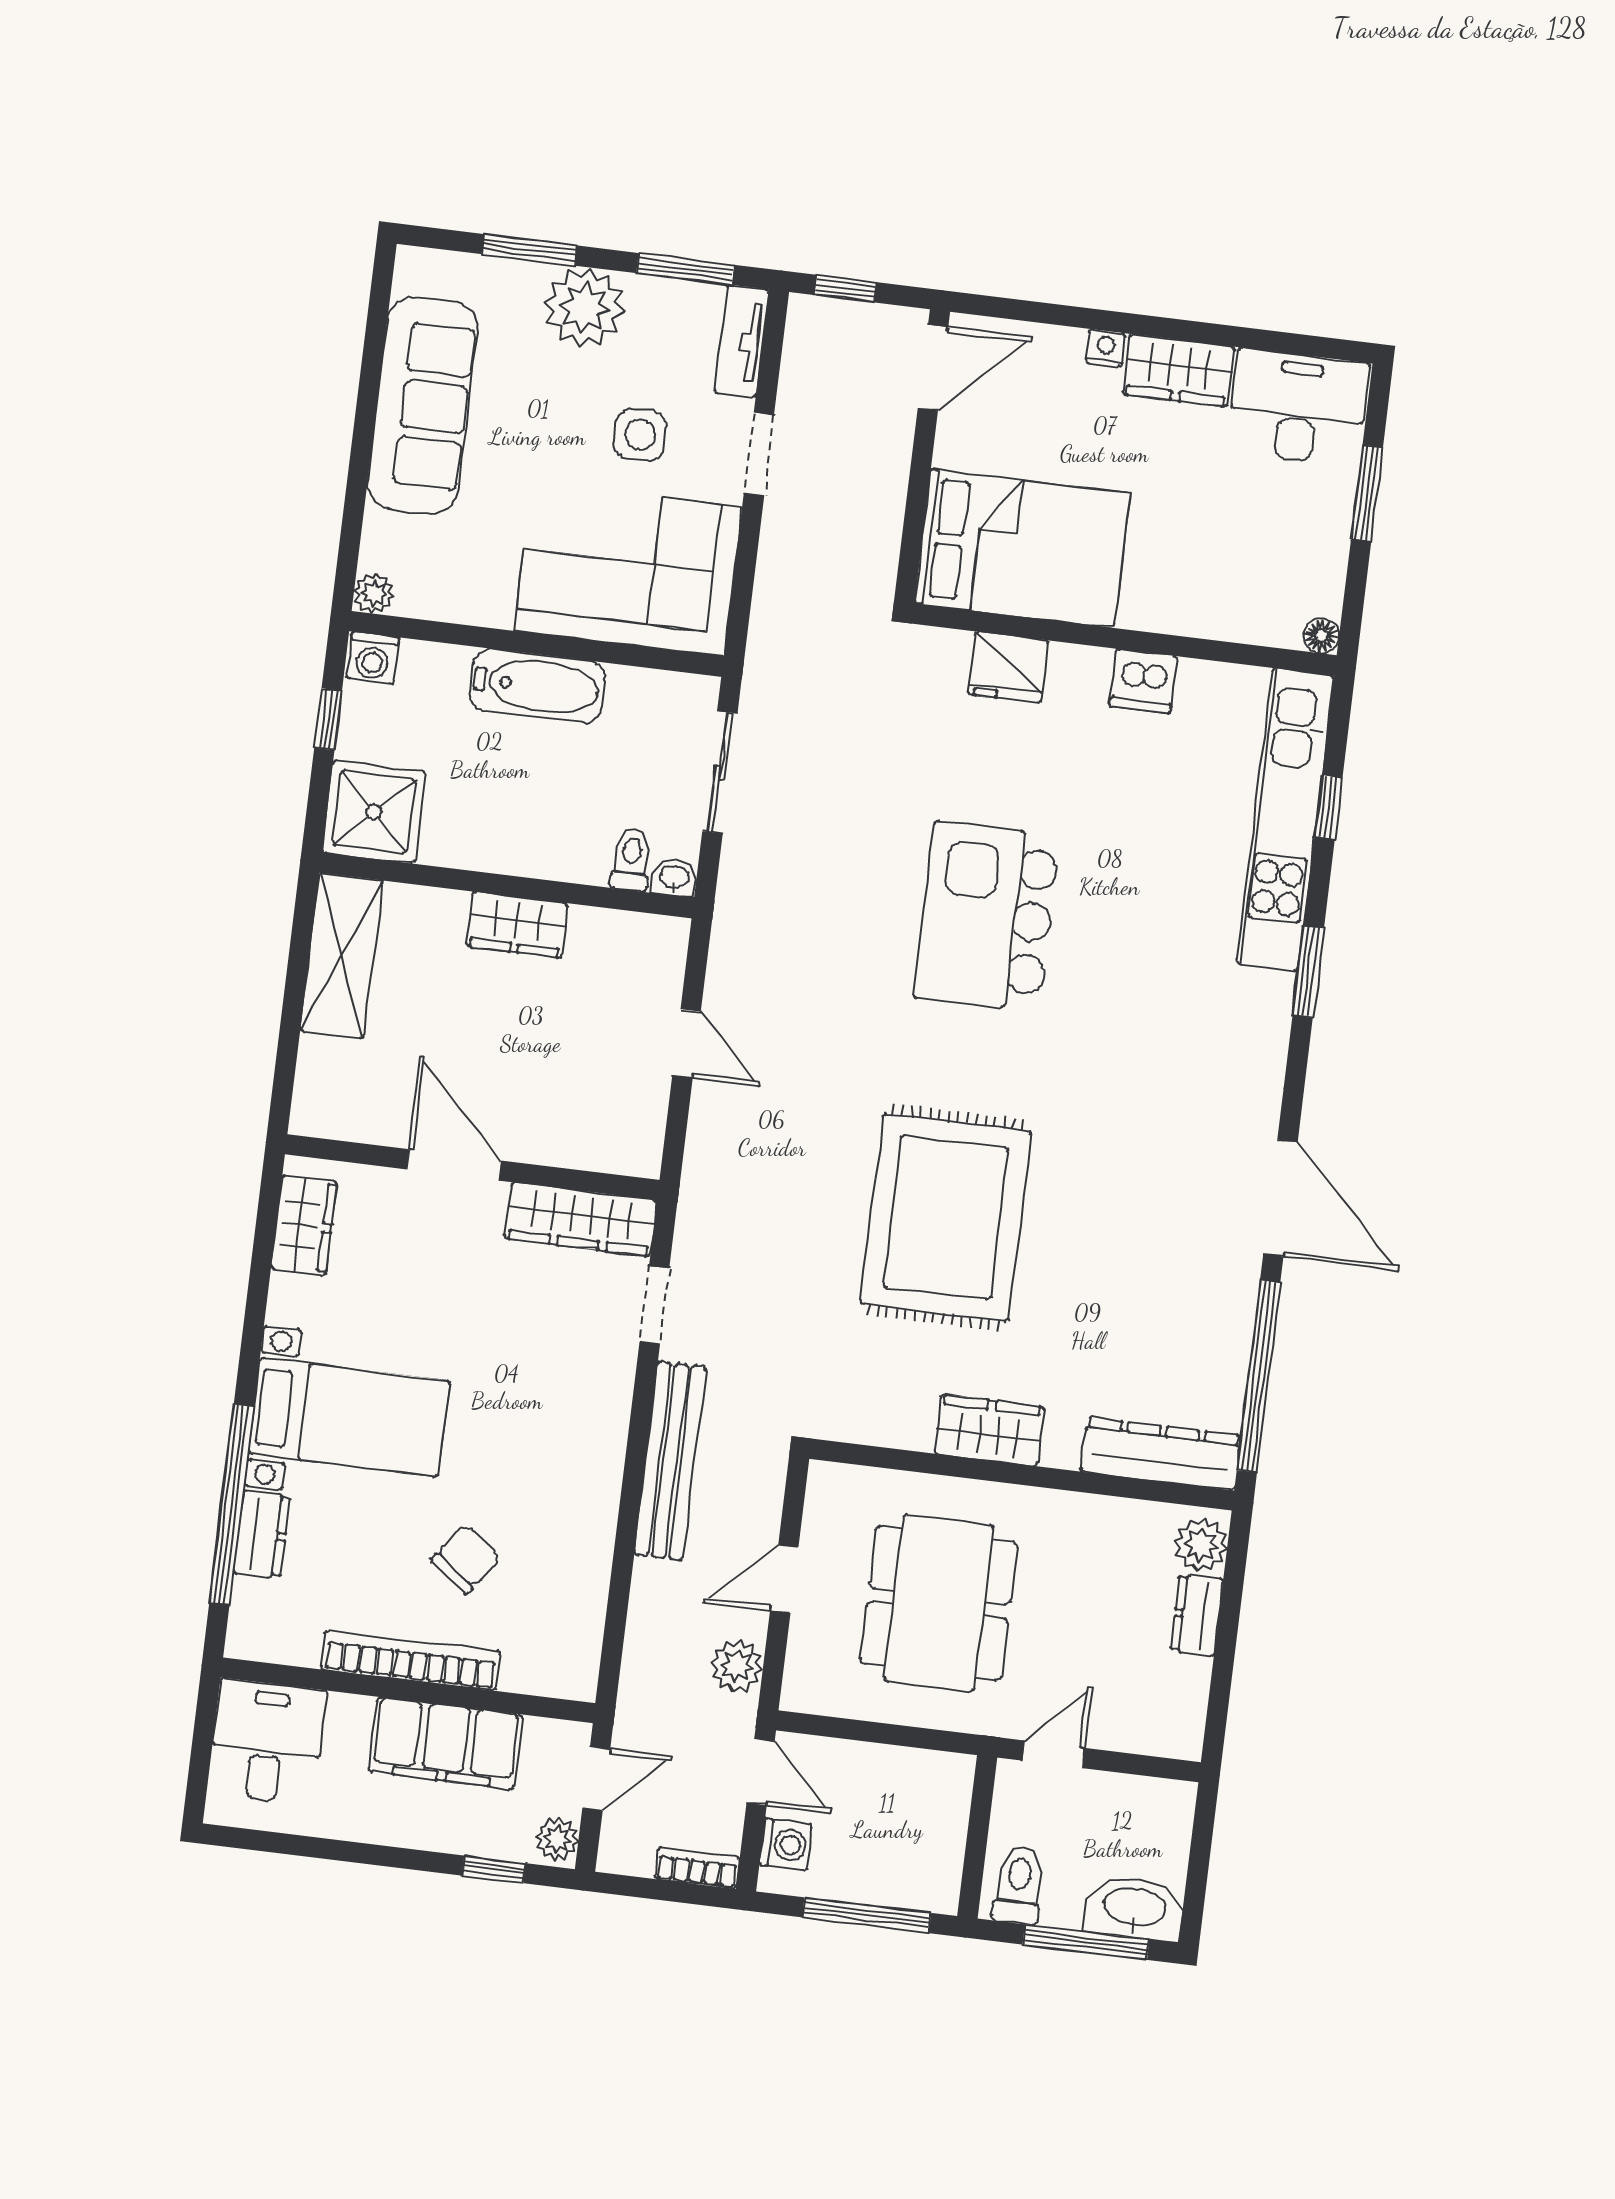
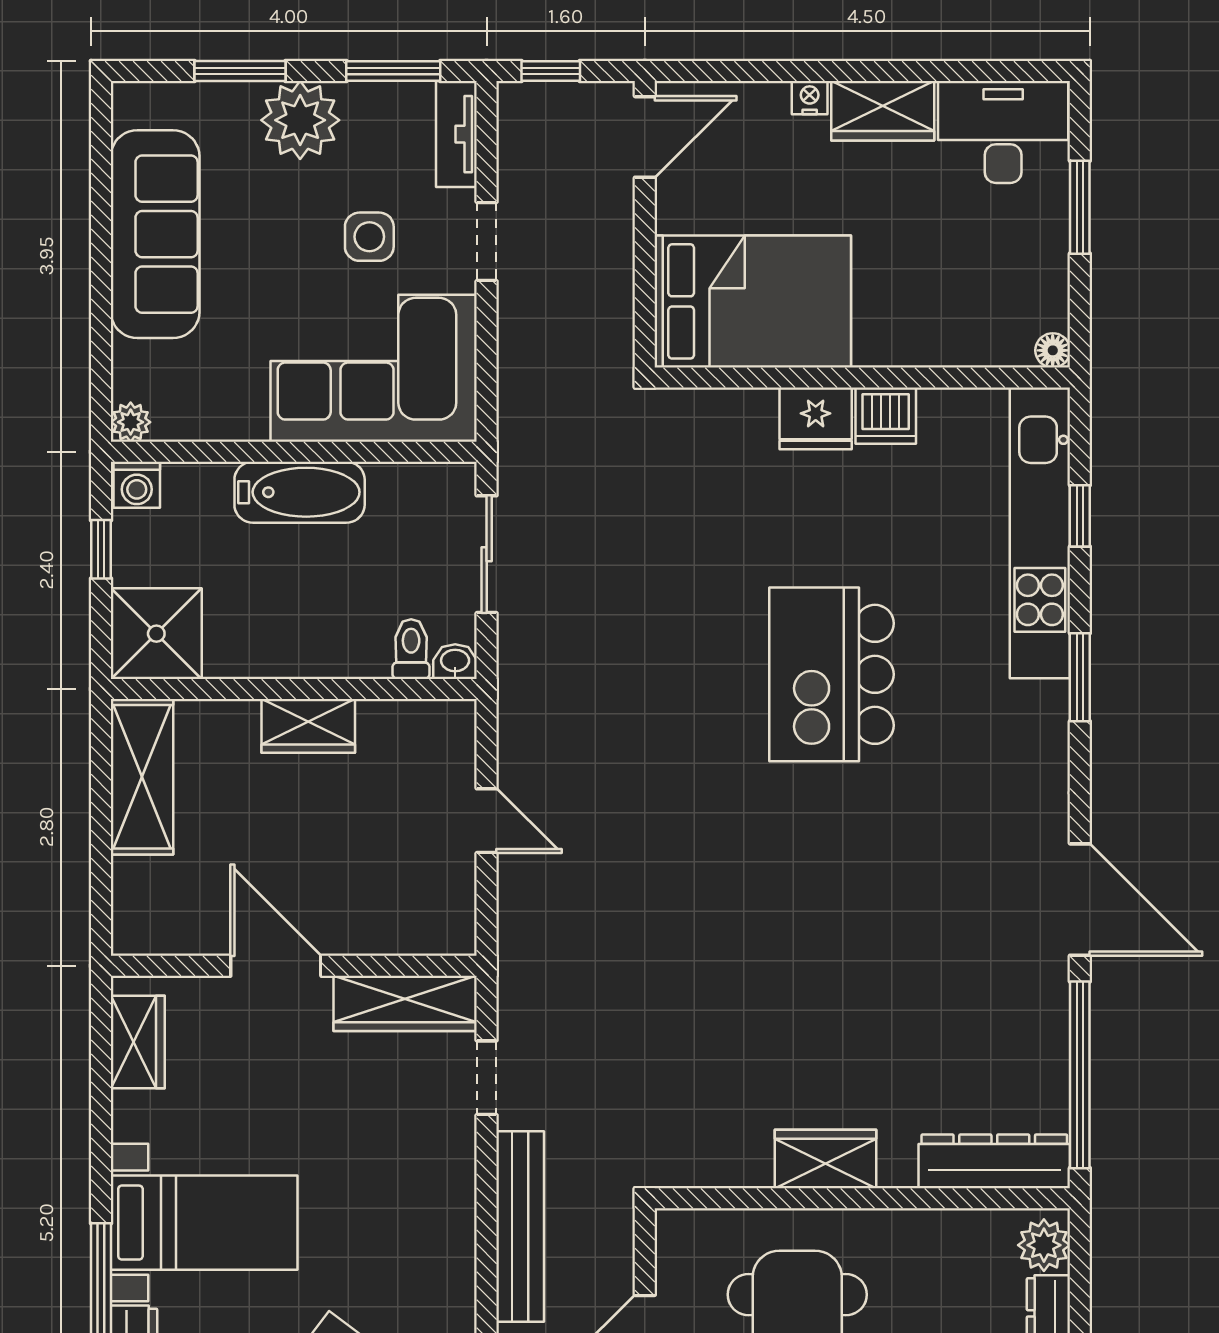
fridge: (1008, 667) -> (816, 418), moved
kitchen island: (987, 916) -> (831, 674), moved
rug: (946, 1217) -> (758, 958), removed

